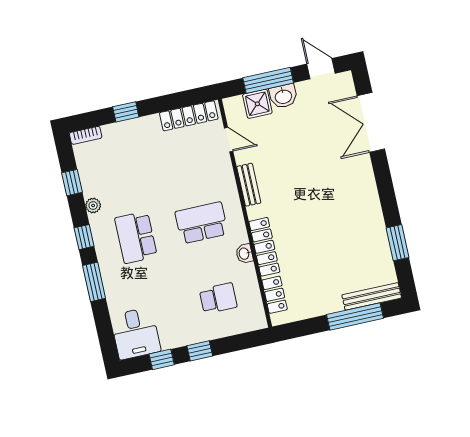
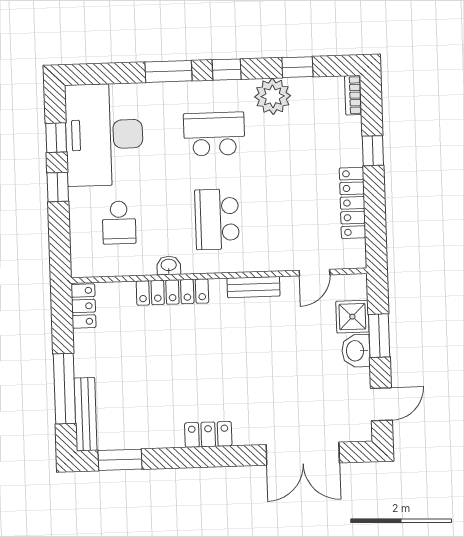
window: (268, 80) -> (379, 336), width x0.69
locker: (189, 116) -> (353, 203), moved
double door: (371, 122) -> (303, 454), swing flipped
locker: (370, 198) -> (208, 434), added
plant: (93, 206) -> (273, 96), width x1.88, depth x1.88
school desk: (201, 223) -> (217, 219), turned 180
window: (397, 243) -> (120, 460), moved
locker: (275, 295) -> (83, 306), moved, turned -90
desk: (136, 333) -> (104, 135), width x1.87, depth x1.30

